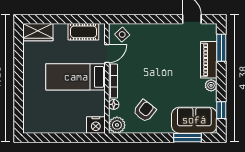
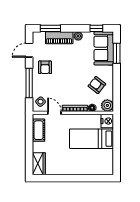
window: (147, 19) -> (29, 83), added
armchair: (169, 41) -> (45, 67), added
bed: (76, 77) -> (92, 139), moved, turned 90

